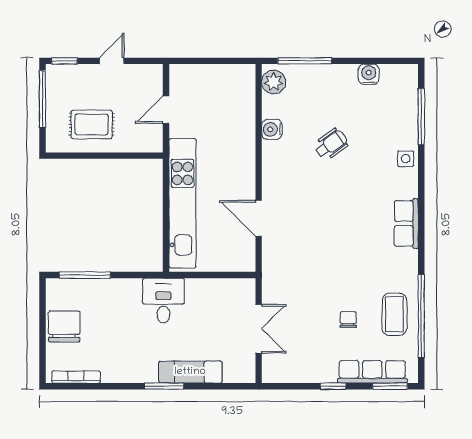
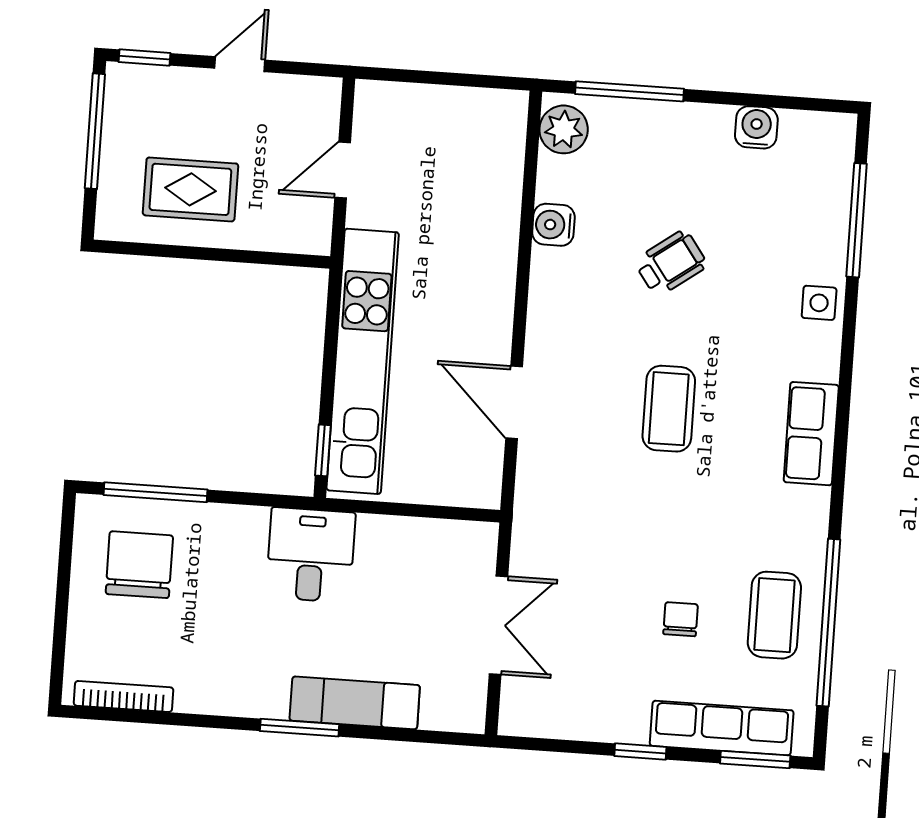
coffee table: (335, 216) -> (669, 409), added
window: (166, 249) -> (323, 450), added
chair: (64, 326) -> (139, 565), moved

